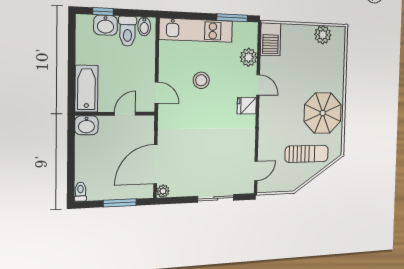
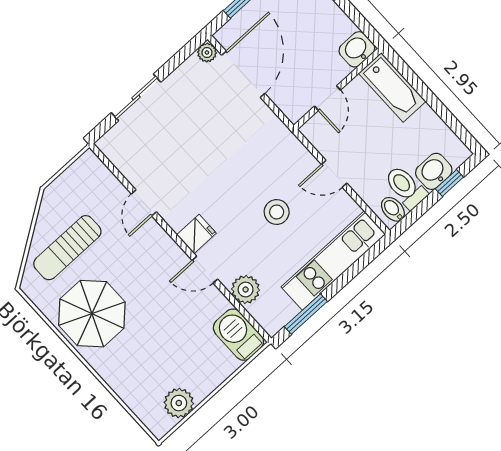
door: (156, 93) -> (334, 174), moved
door: (256, 171) -> (144, 203), moved

